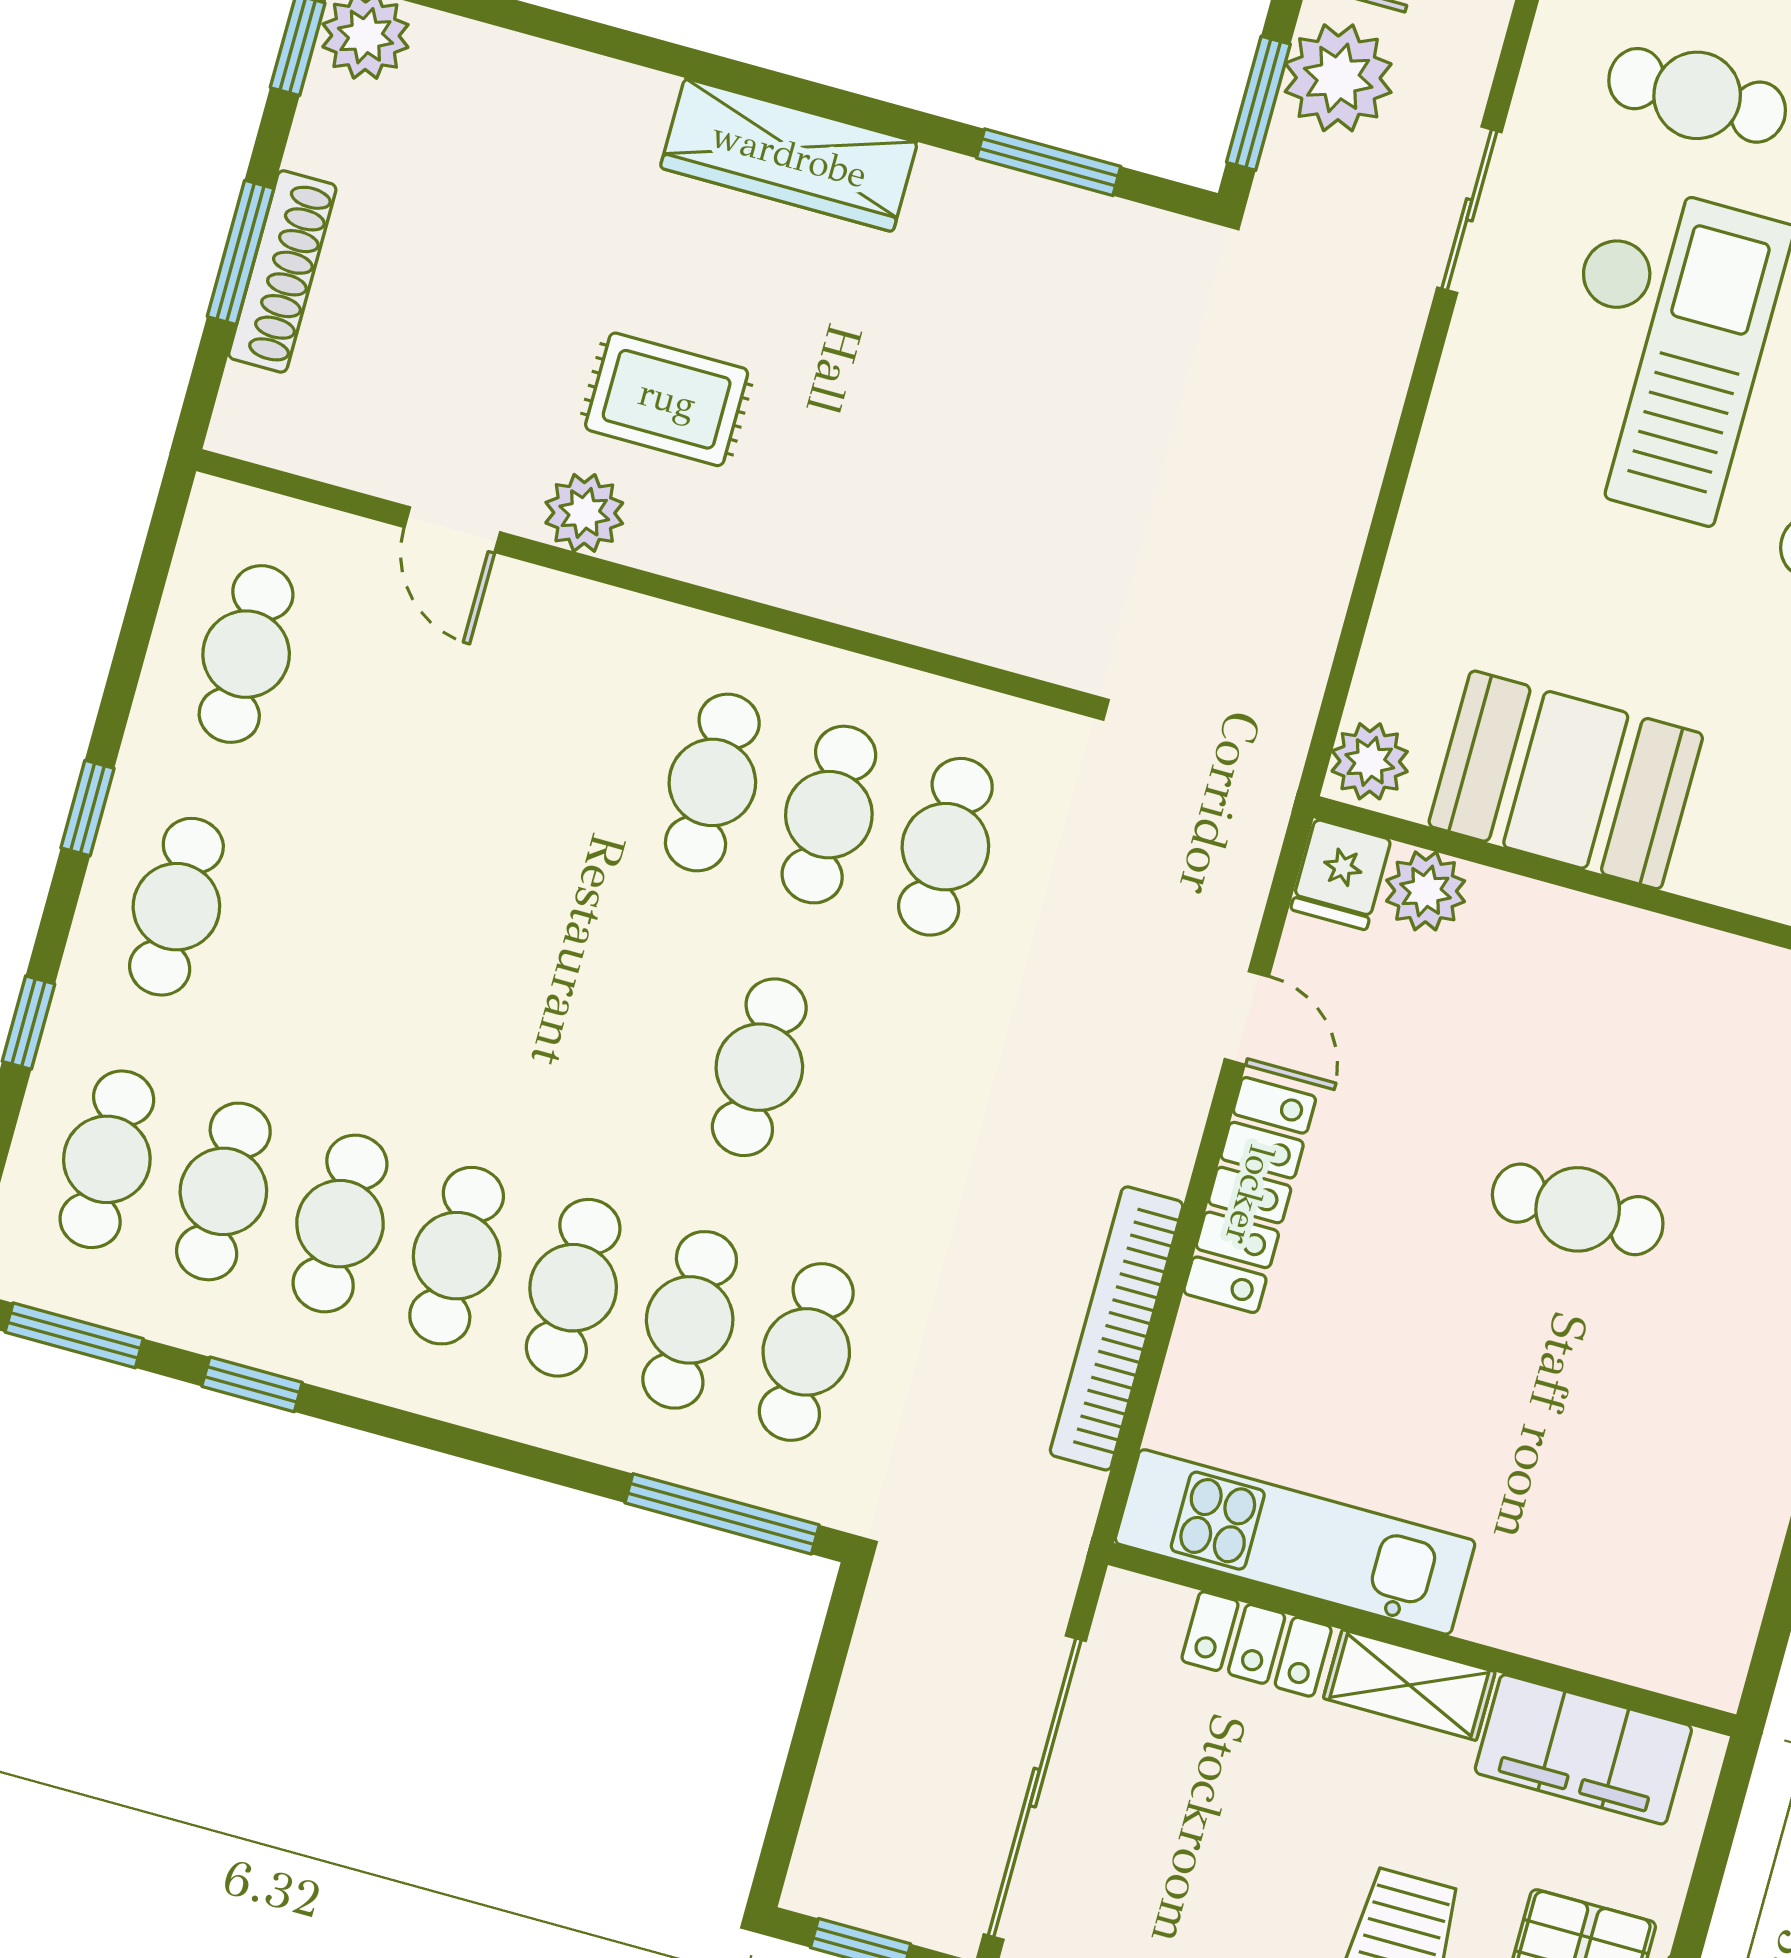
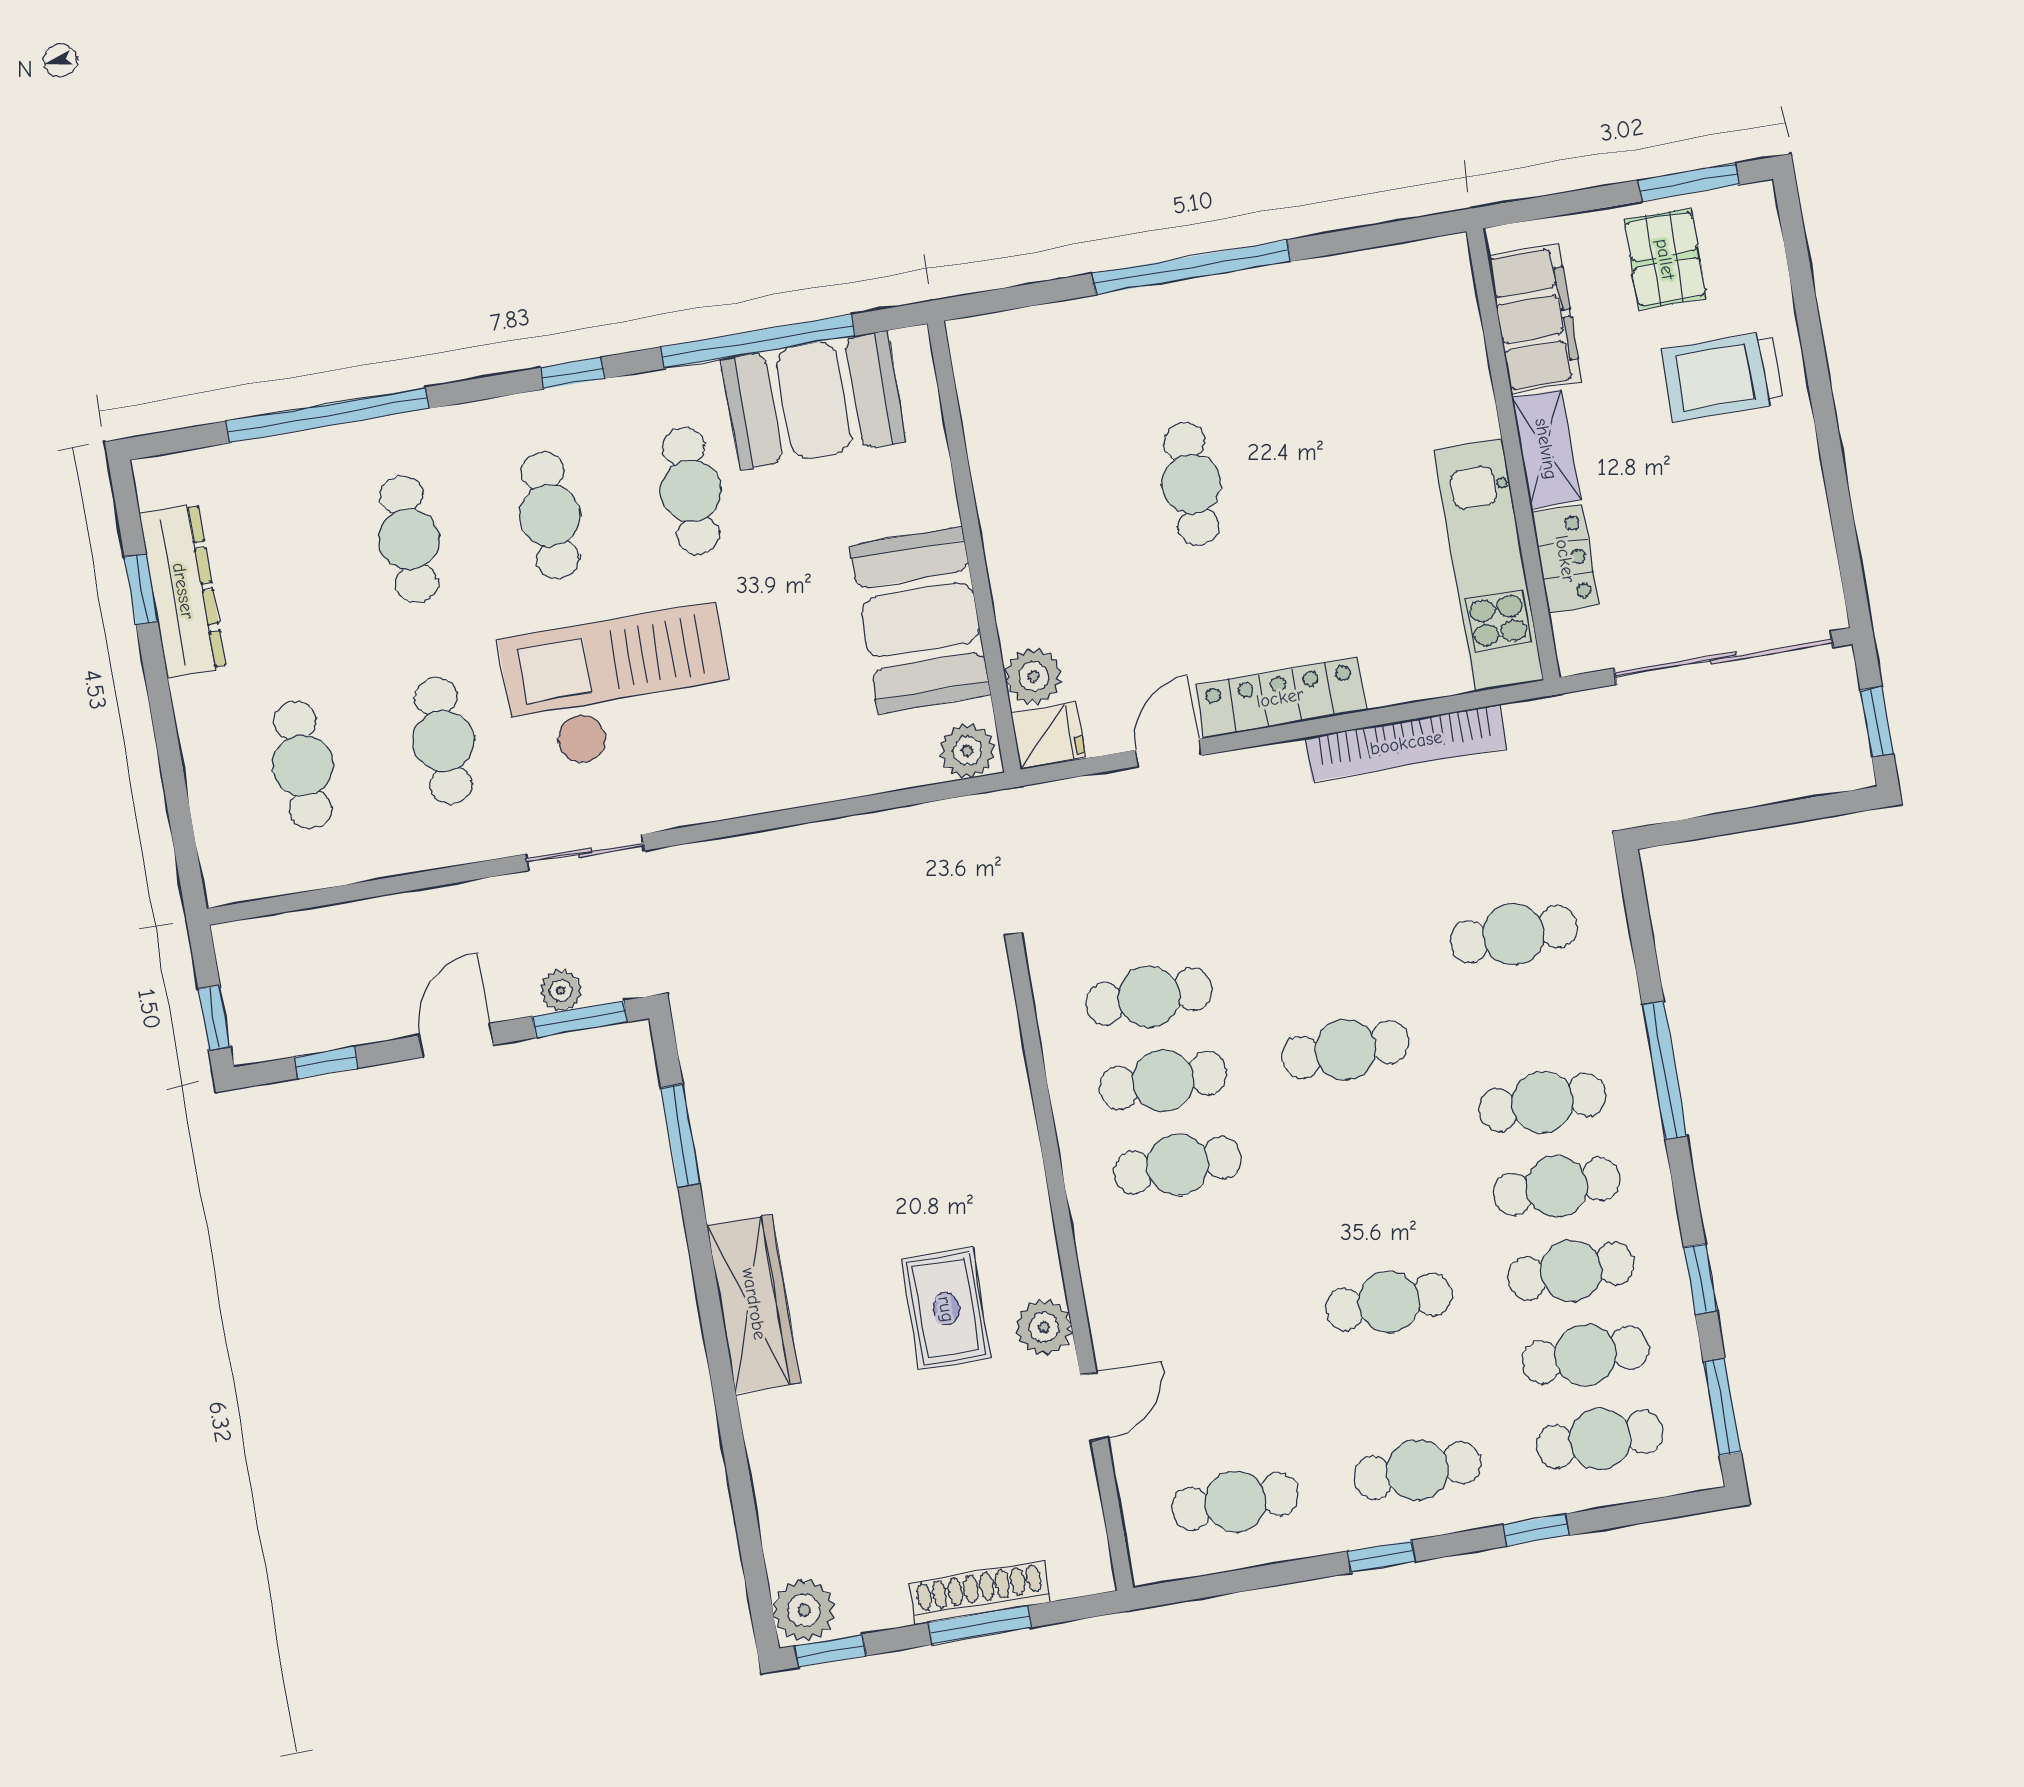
plant: (1338, 78) -> (561, 991), width x0.53, depth x0.53
cafe table: (690, 1320) -> (1389, 1302), moved
window: (722, 1514) -> (1665, 1070), moved

